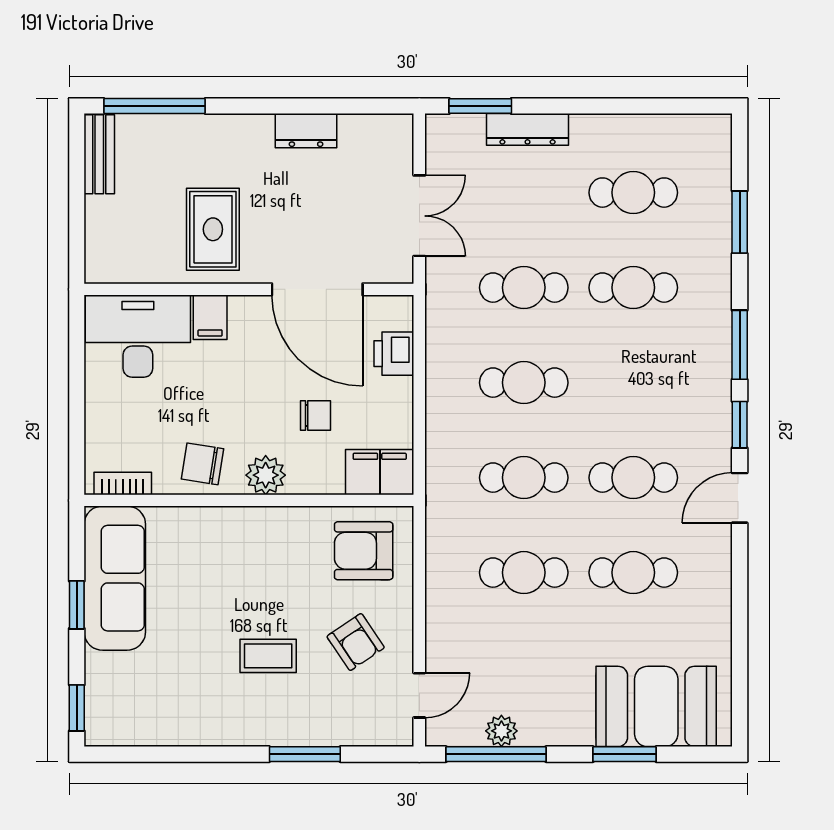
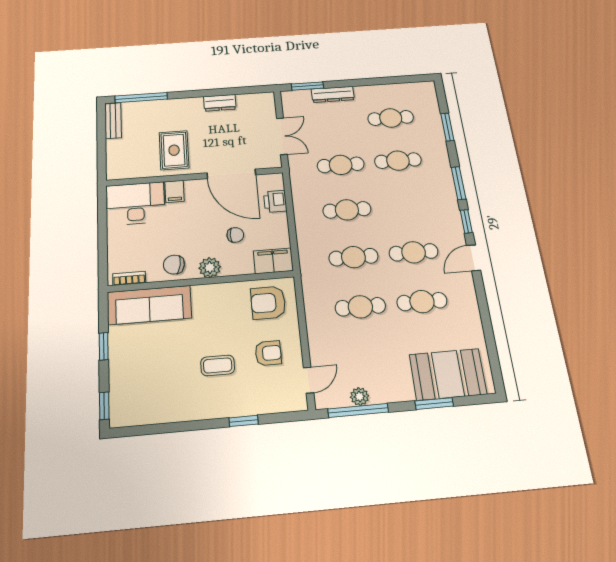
sofa: (115, 578) -> (149, 305), moved, turned 90
armchair: (356, 642) -> (268, 353), turned -56
window: (305, 754) -> (244, 421), width x0.67

